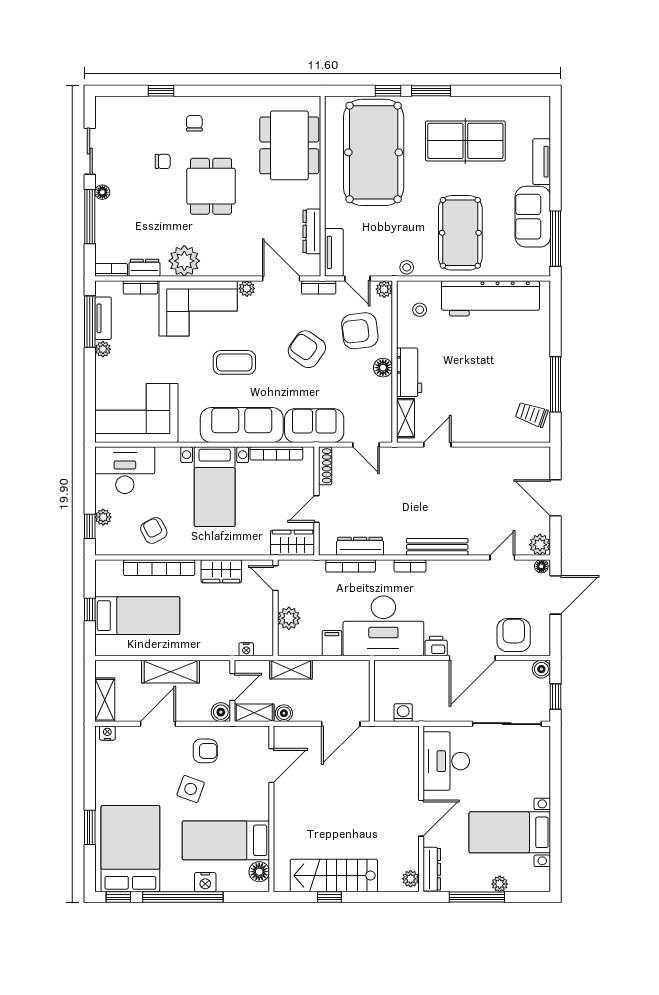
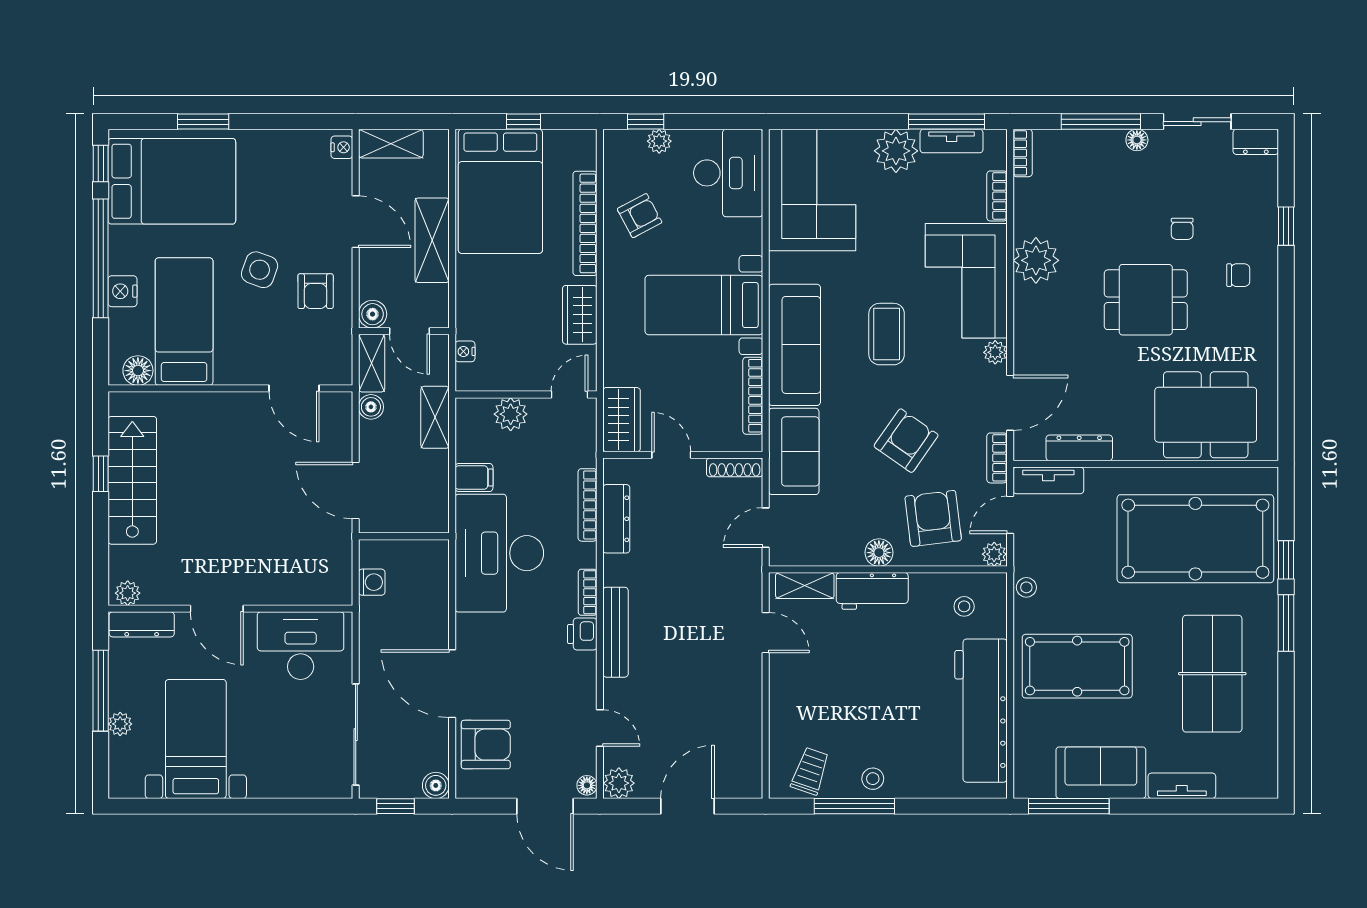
dresser: (144, 268) -> (1256, 142), moved, turned 90
plant: (103, 349) -> (896, 151), width x1.88, depth x1.88
stool: (537, 372) -> (873, 779), added
bed: (137, 616) -> (500, 191), width x1.50
printer: (436, 646) -> (582, 634), moved, turned 180

